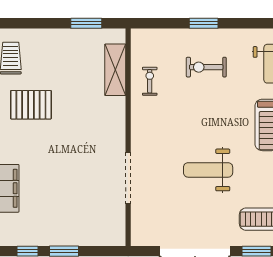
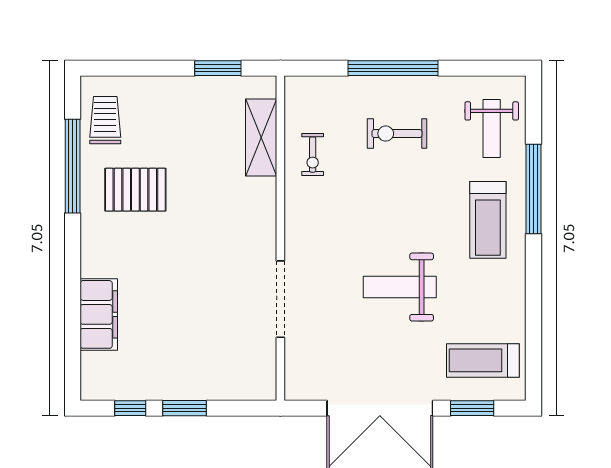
window: (204, 23) -> (393, 68), width x2.11
exercise bike: (150, 81) -> (313, 155), turned 180

